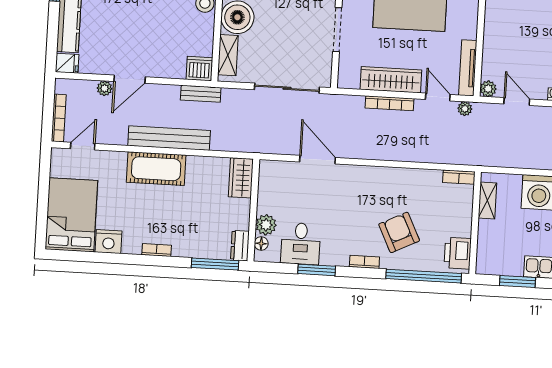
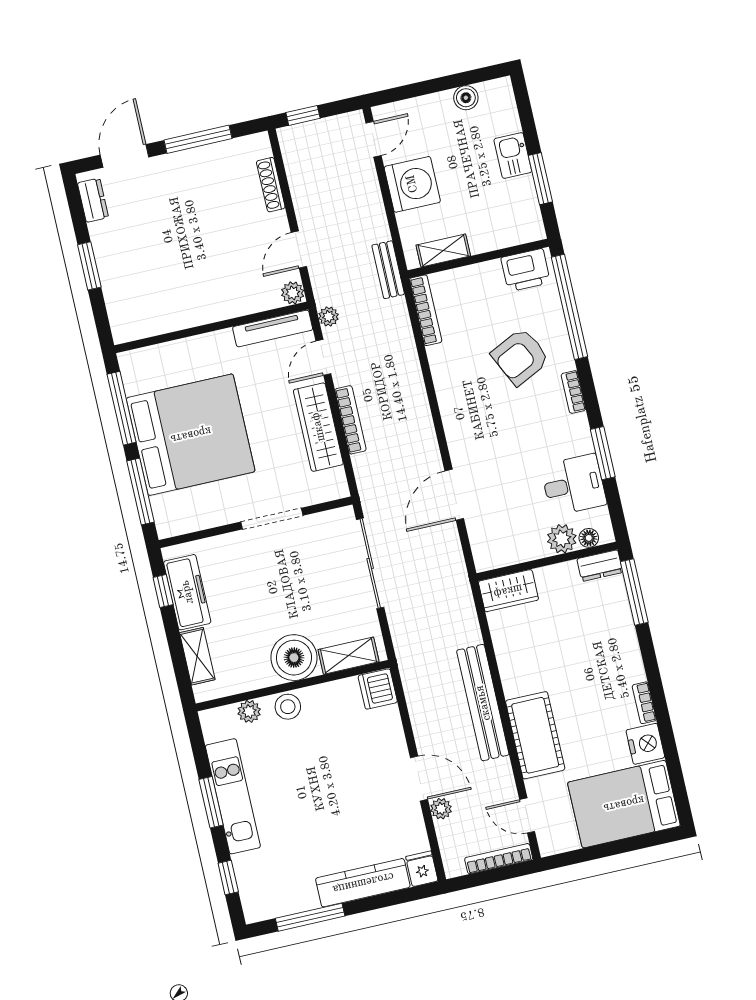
bench: (201, 94) -> (388, 270), moved
cot: (156, 169) -> (535, 735), moved
bookcase: (459, 177) -> (426, 310), width x1.56
bookcase: (157, 250) -> (644, 703), moved

